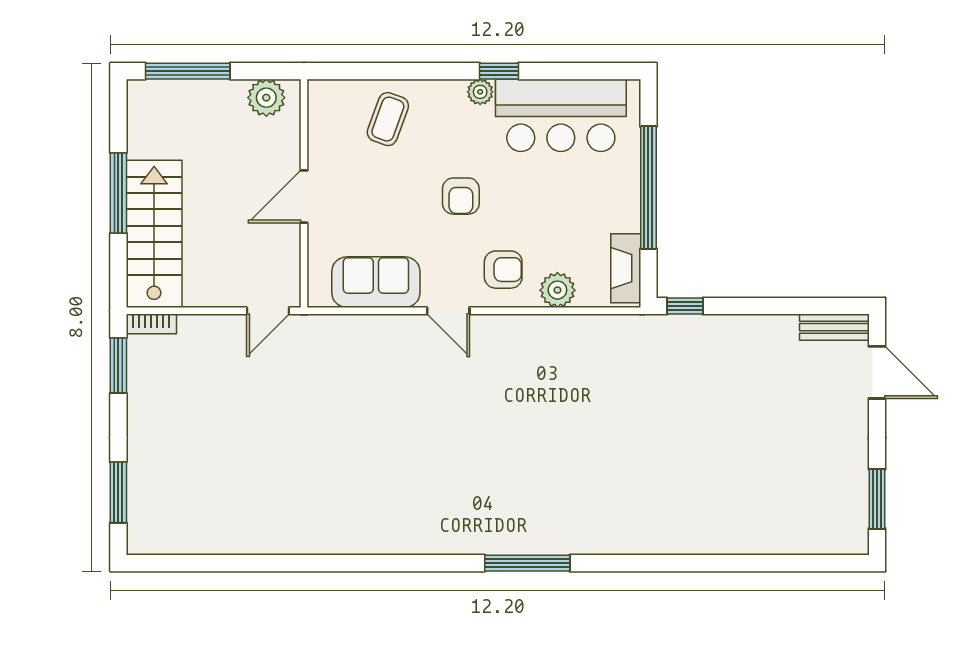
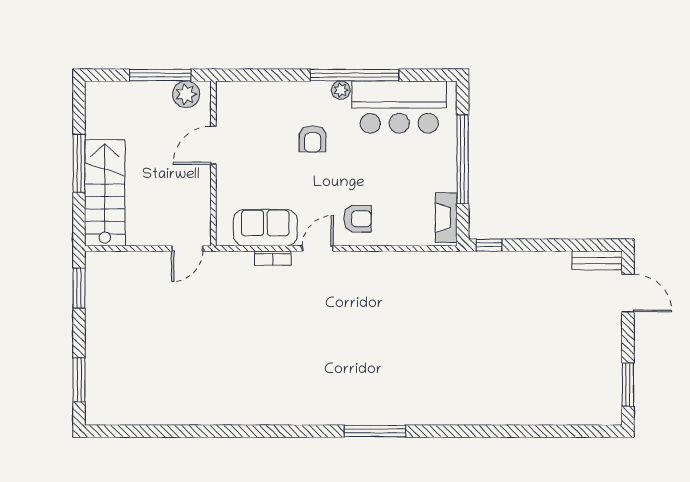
window: (188, 71) -> (160, 75), moved
window: (499, 71) -> (354, 75), width x3.17
coffee table: (388, 119) -> (274, 110), removed
armchair: (461, 196) -> (313, 139), moved
door: (304, 197) -> (213, 145), moved
plant: (557, 290) -> (397, 233), removed
door: (448, 311) -> (318, 248), swing flipped
bookcase: (151, 324) -> (273, 258), moved

